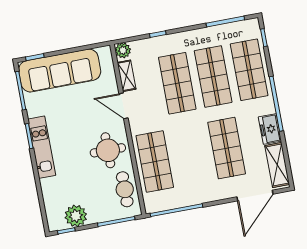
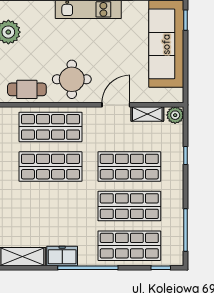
shop shelf: (227, 148) -> (51, 167), moved

